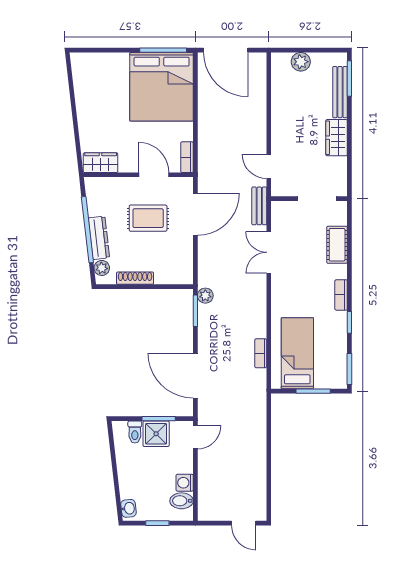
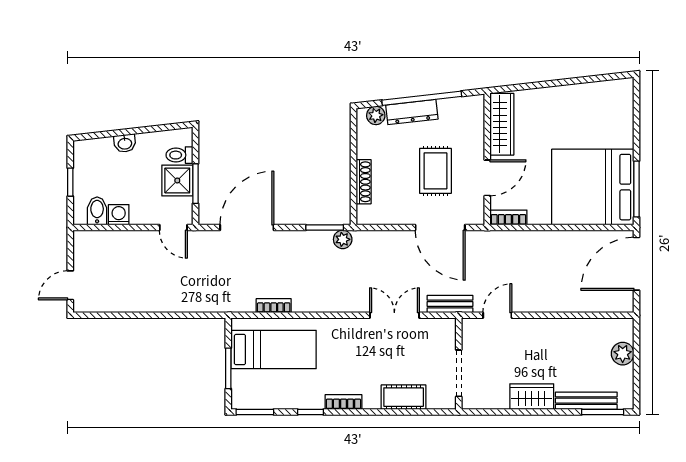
wardrobe: (101, 163) -> (502, 124), width x1.50
shoe rack: (135, 278) -> (364, 182), moved
washbasin: (128, 508) -> (125, 143), moved

